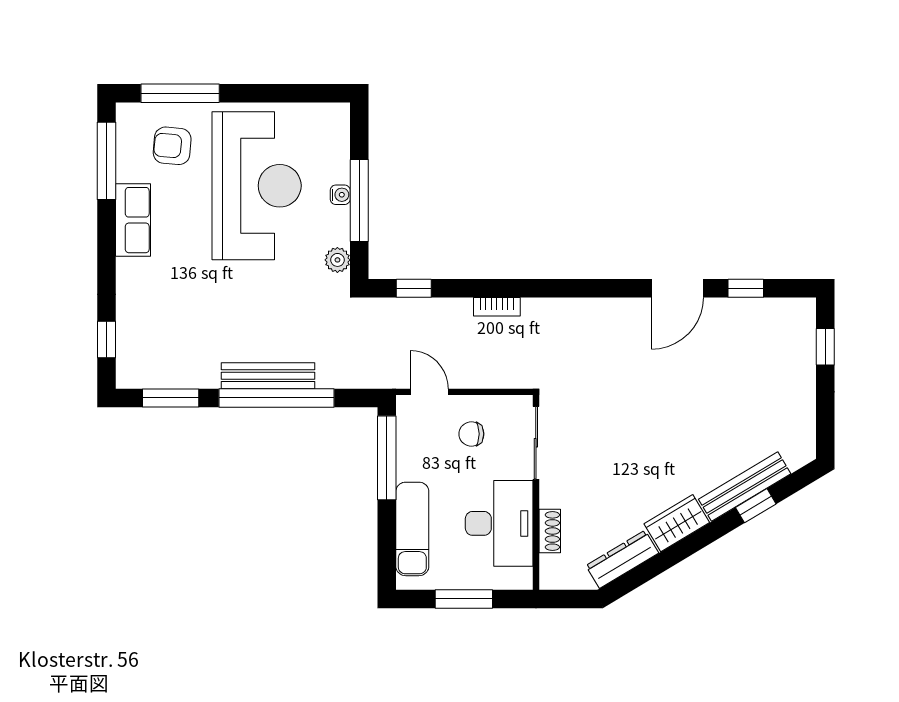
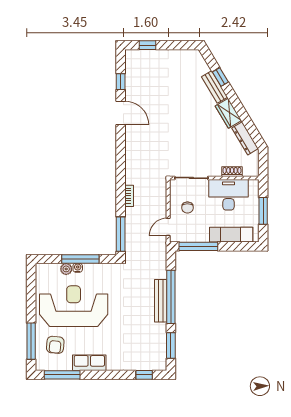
plant: (337, 260) -> (66, 269), moved
window: (414, 288) -> (121, 234), width x2.17
bench: (745, 487) -> (214, 87), width x0.73

